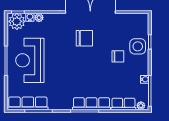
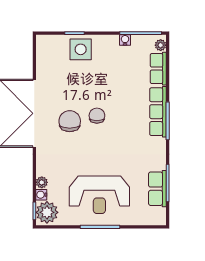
chair: (118, 56) -> (97, 116), moved
row of seats: (28, 103) -> (157, 189), width x0.68

